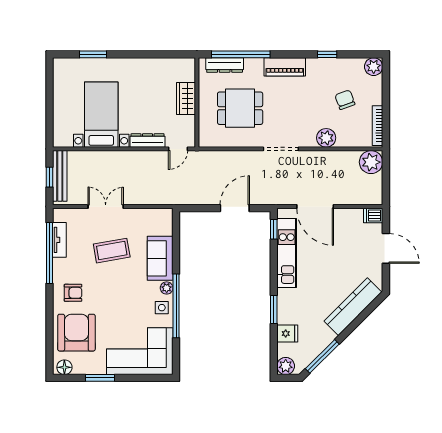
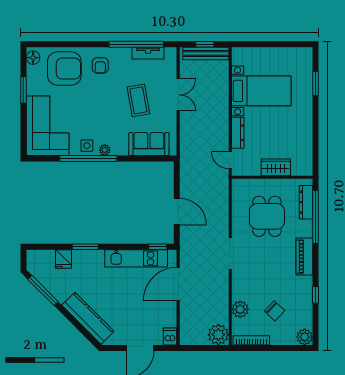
chair: (345, 100) -> (275, 311), turned 64
plant: (326, 138) -> (240, 309), moved
sofa: (160, 258) -> (149, 144), moved
plant: (286, 366) -> (34, 257), removed

